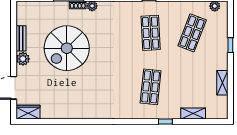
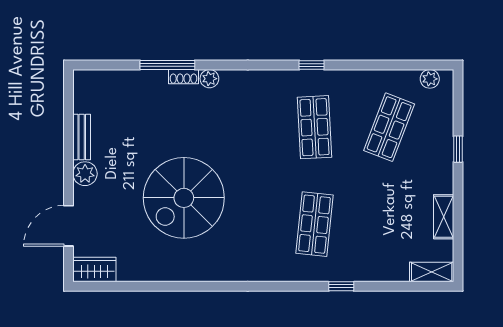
spiral stairs: (67, 48) -> (184, 198), moved
shelving: (193, 113) -> (432, 272), moved

